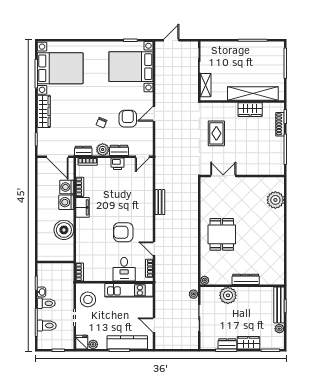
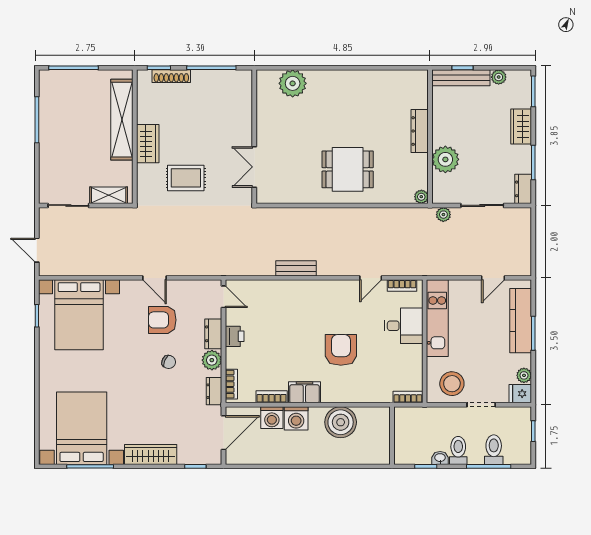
wardrobe: (250, 110) -> (148, 144), moved
armchair: (123, 232) -> (341, 350), moved, turned 180
dresser: (227, 344) -> (523, 189), moved

